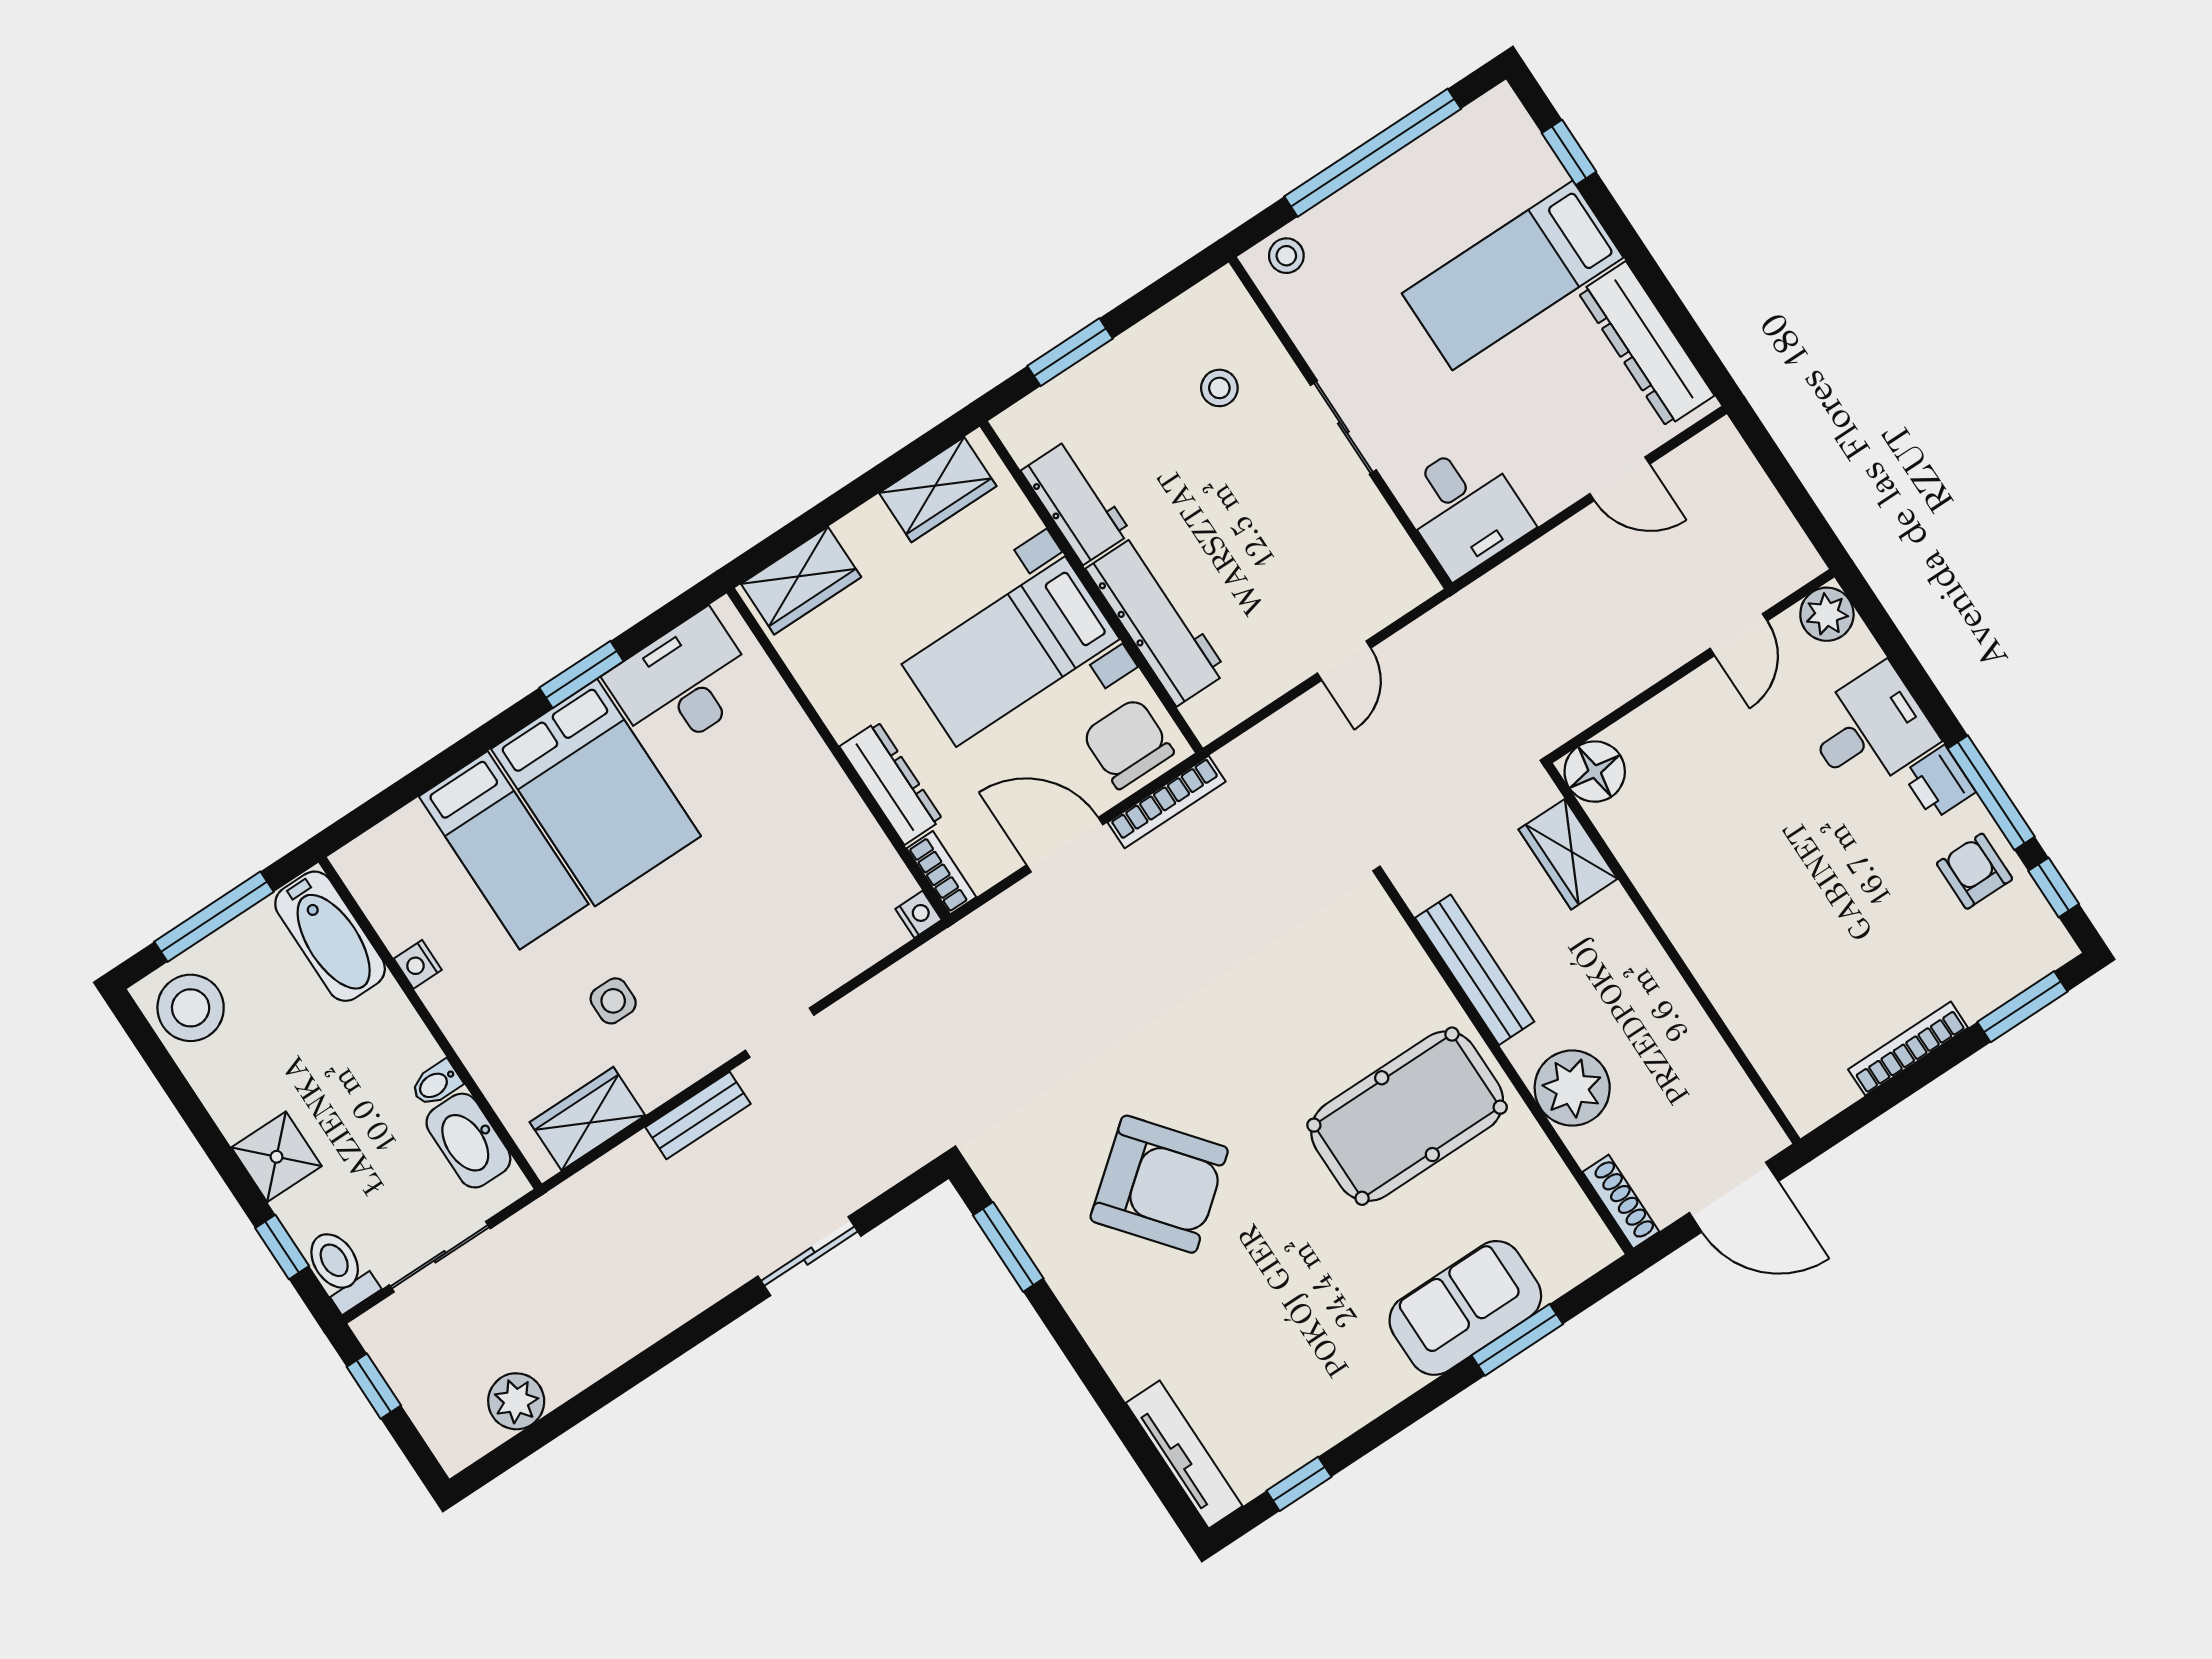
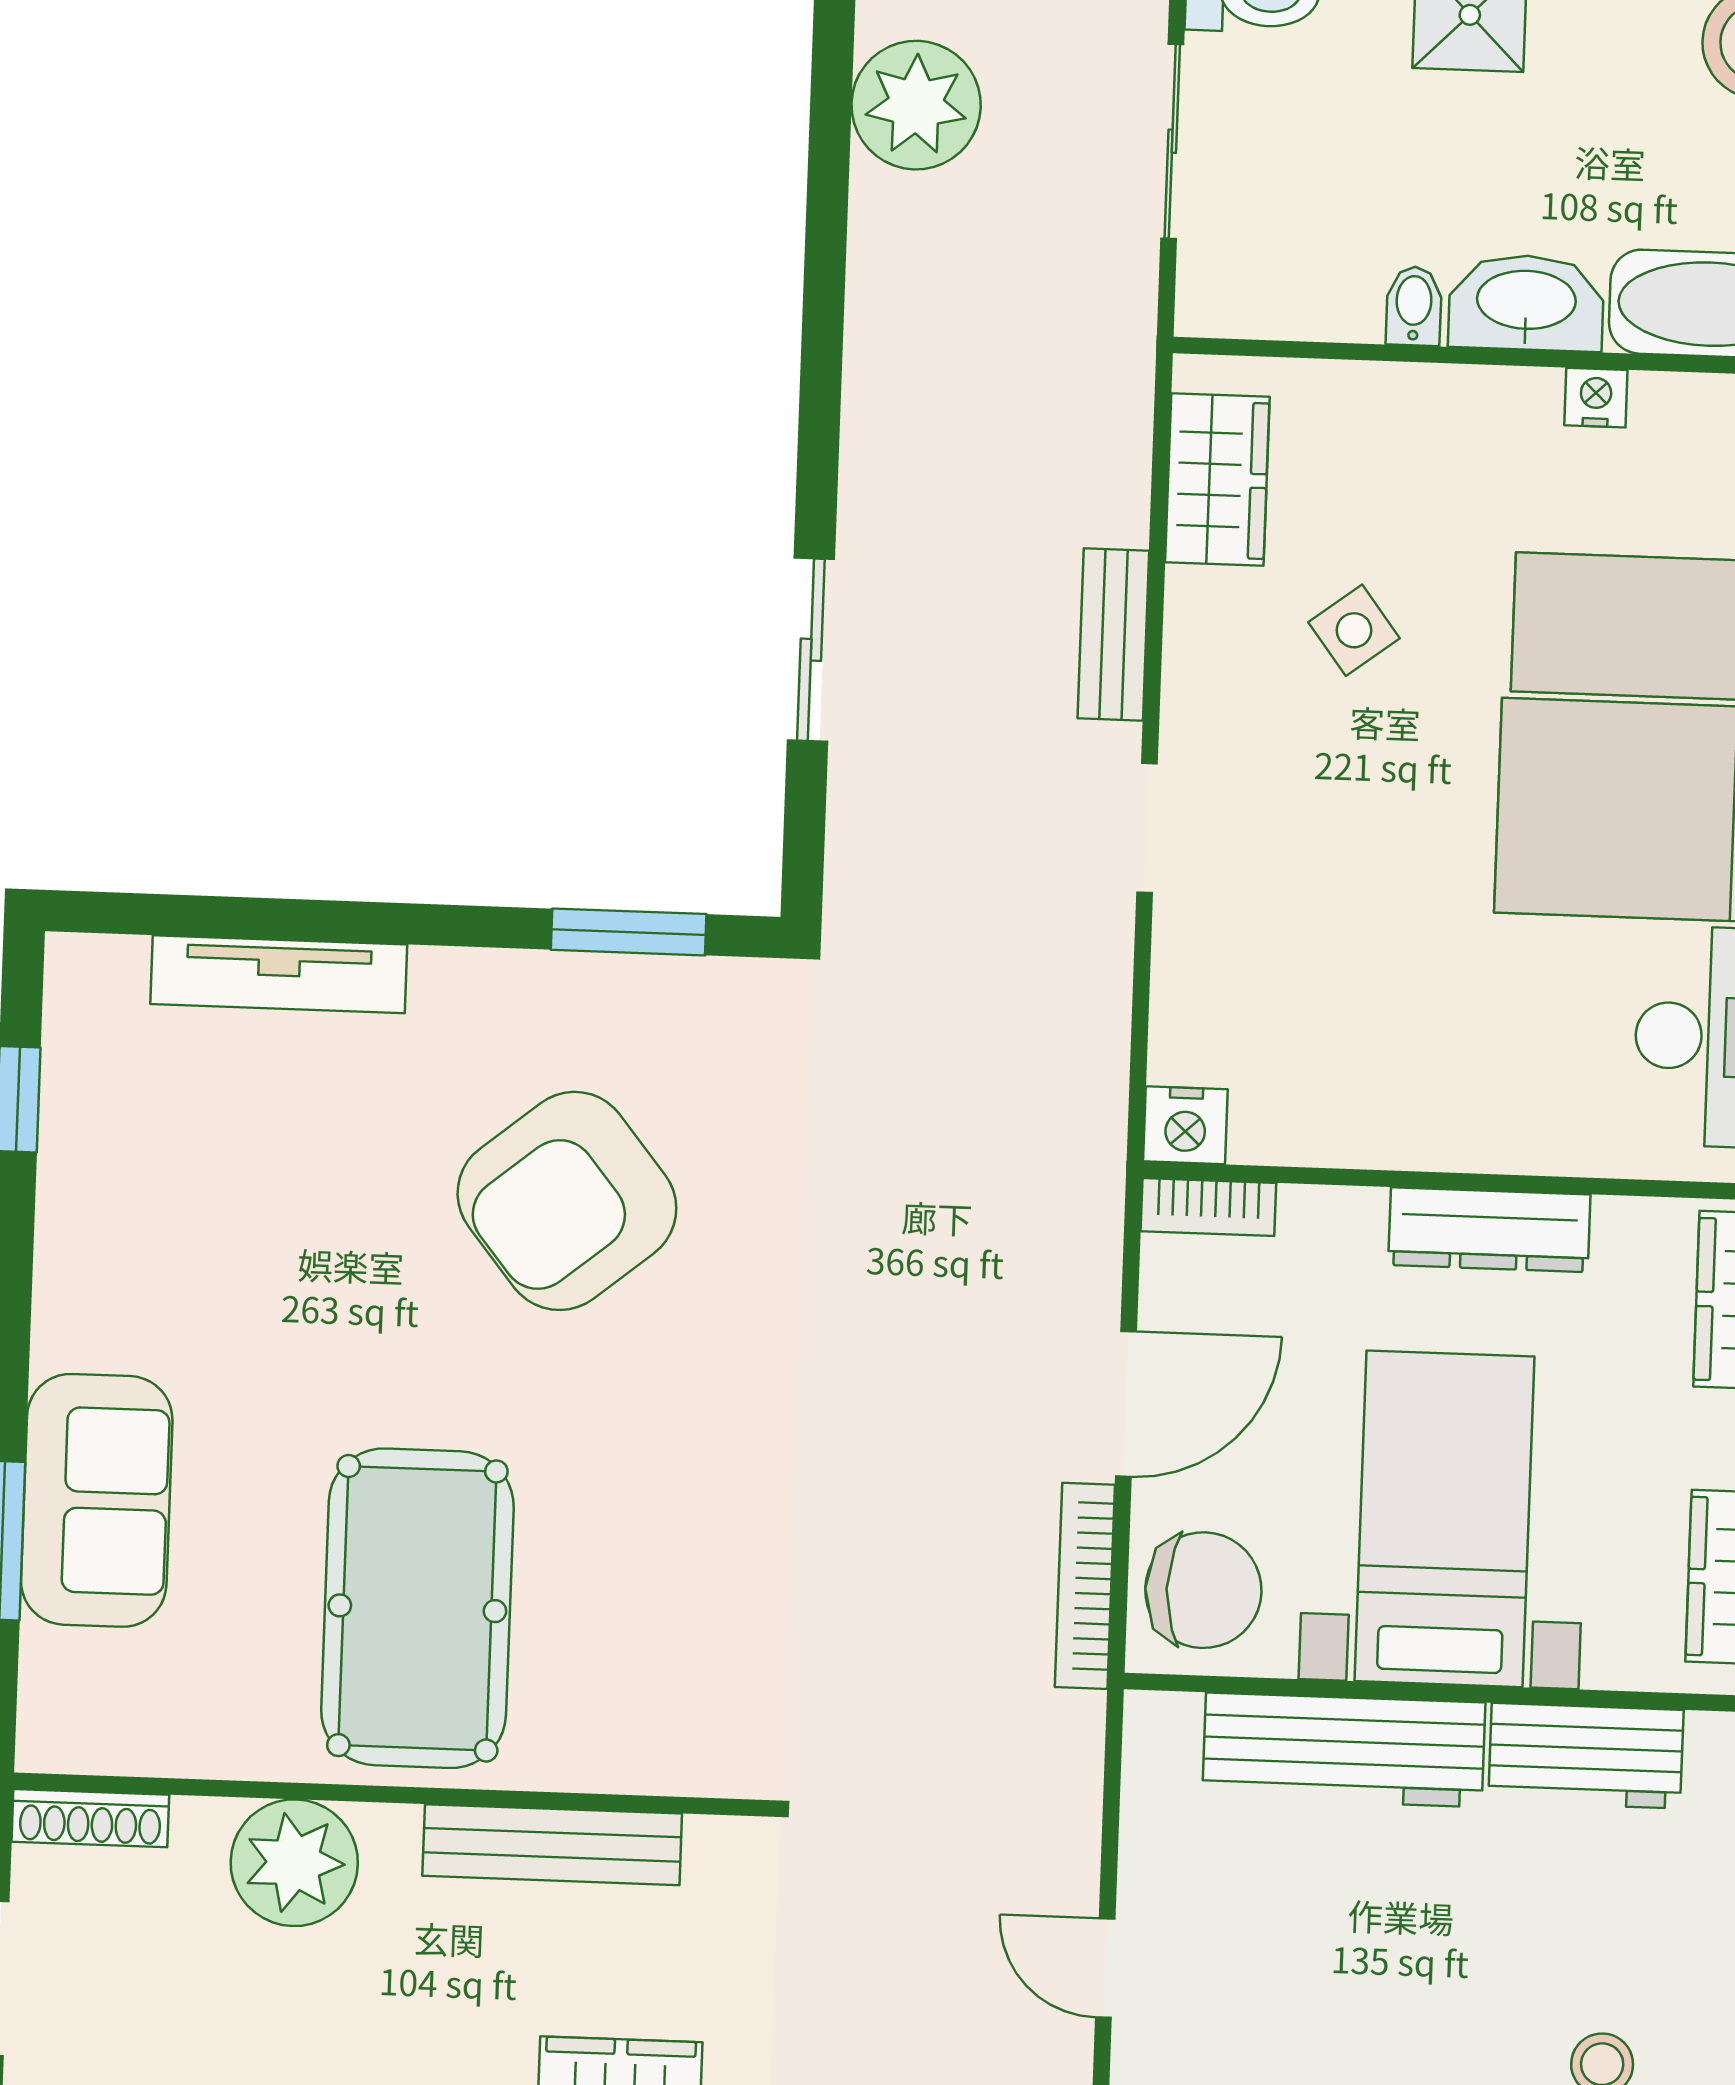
dresser: (891, 783) -> (1489, 1230), moved
nightstand: (919, 914) -> (1185, 1125), width x1.39, depth x1.35
side table: (613, 1001) -> (1354, 630), turned -37
washbasin: (468, 1141) -> (1526, 303), moved
plant: (516, 1401) -> (916, 105), width x1.36, depth x1.36
tv unit: (1184, 1454) -> (279, 974), moved

